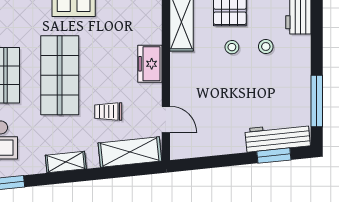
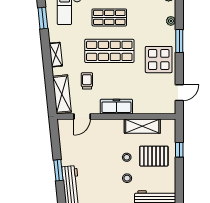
freezer: (150, 64) -> (116, 107), width x1.40
window: (274, 156) -> (58, 170), moved

